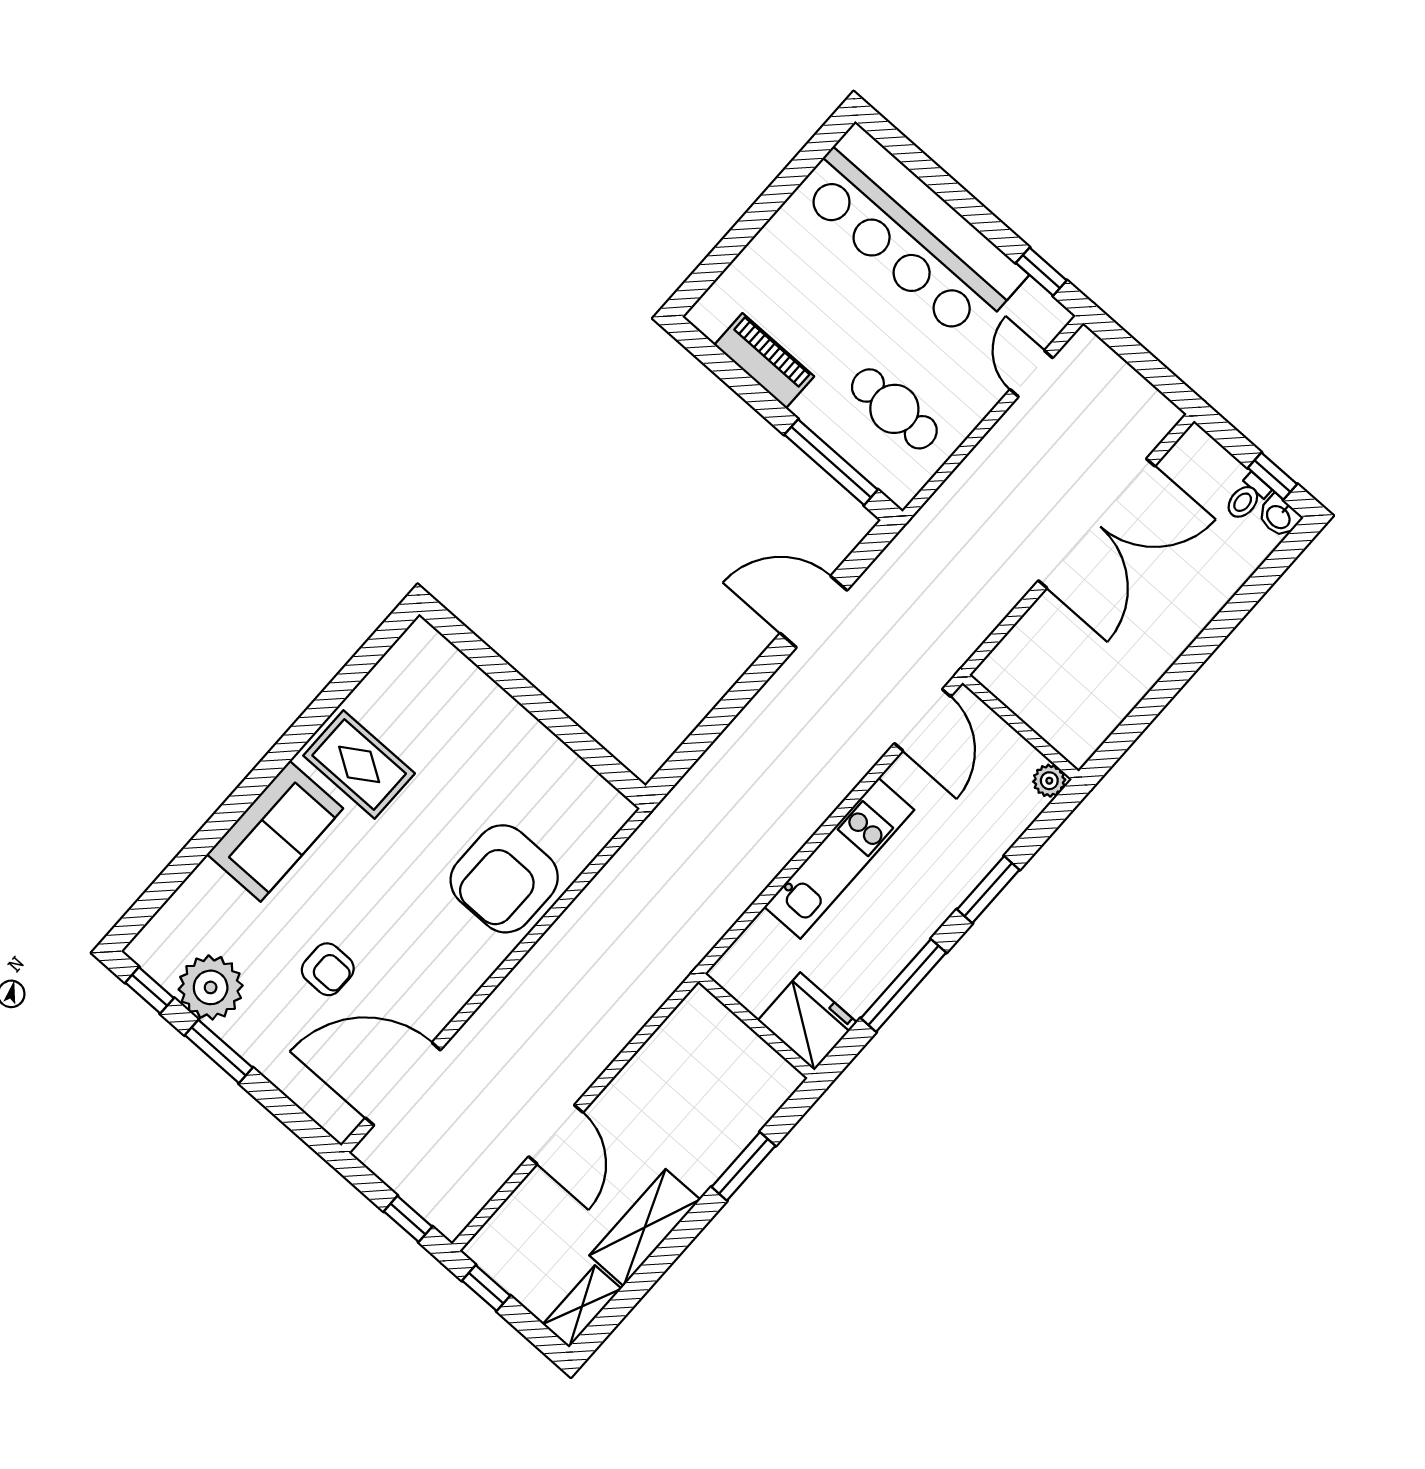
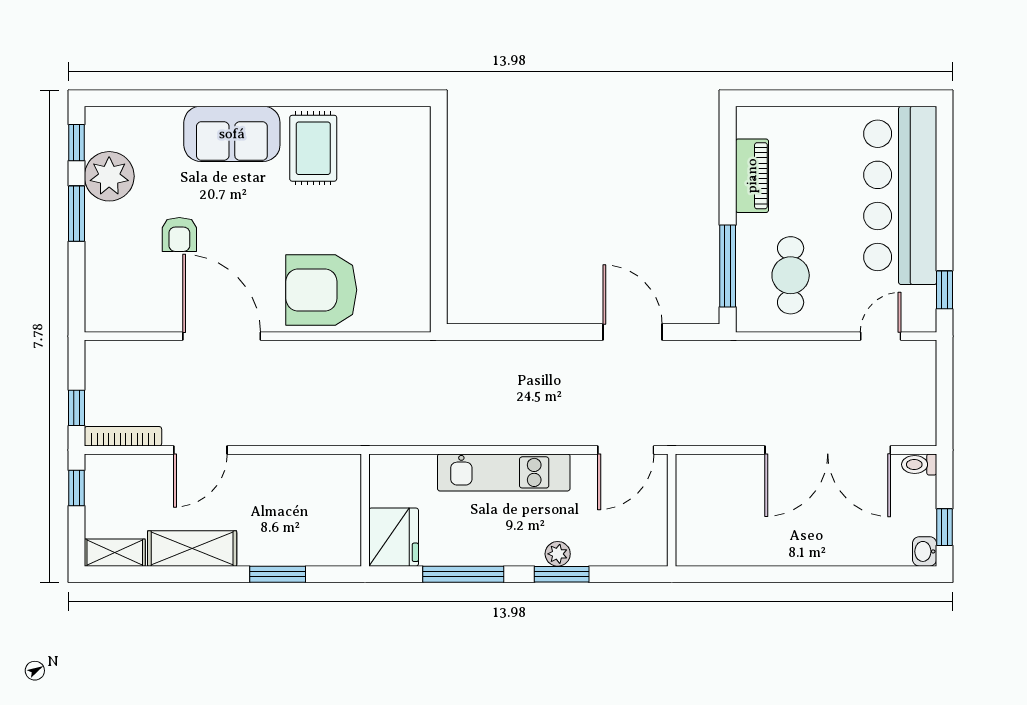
toilet: (1247, 497) -> (919, 464), moved
plant: (1049, 781) -> (558, 554), moved
door: (403, 1084) -> (222, 336), moved
bookcase: (476, 1198) -> (123, 436), added

